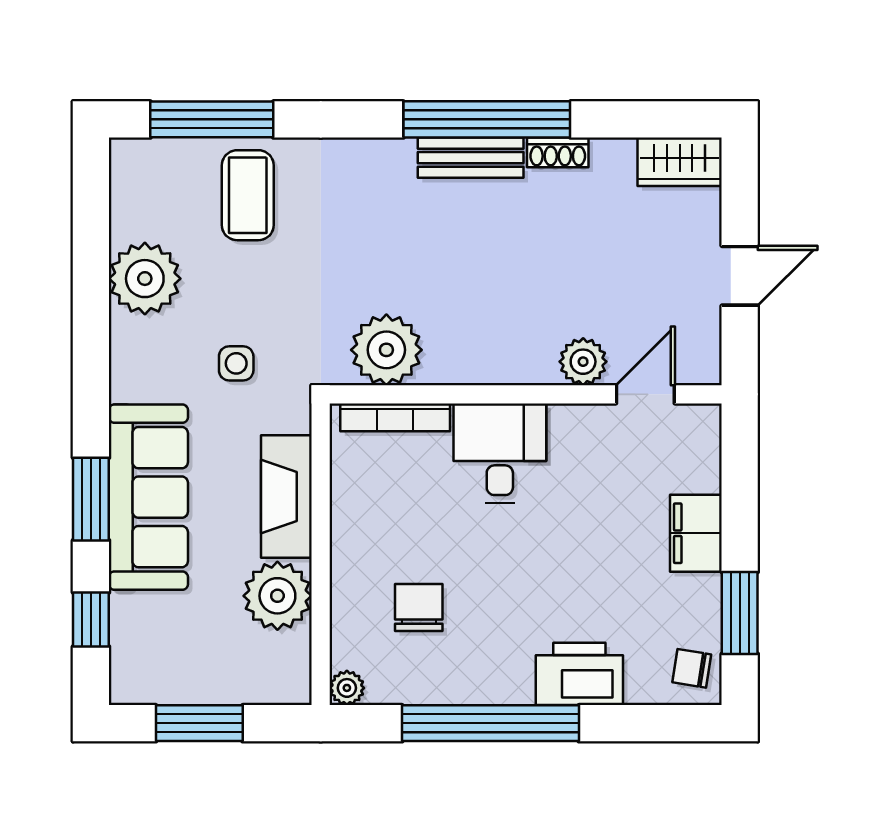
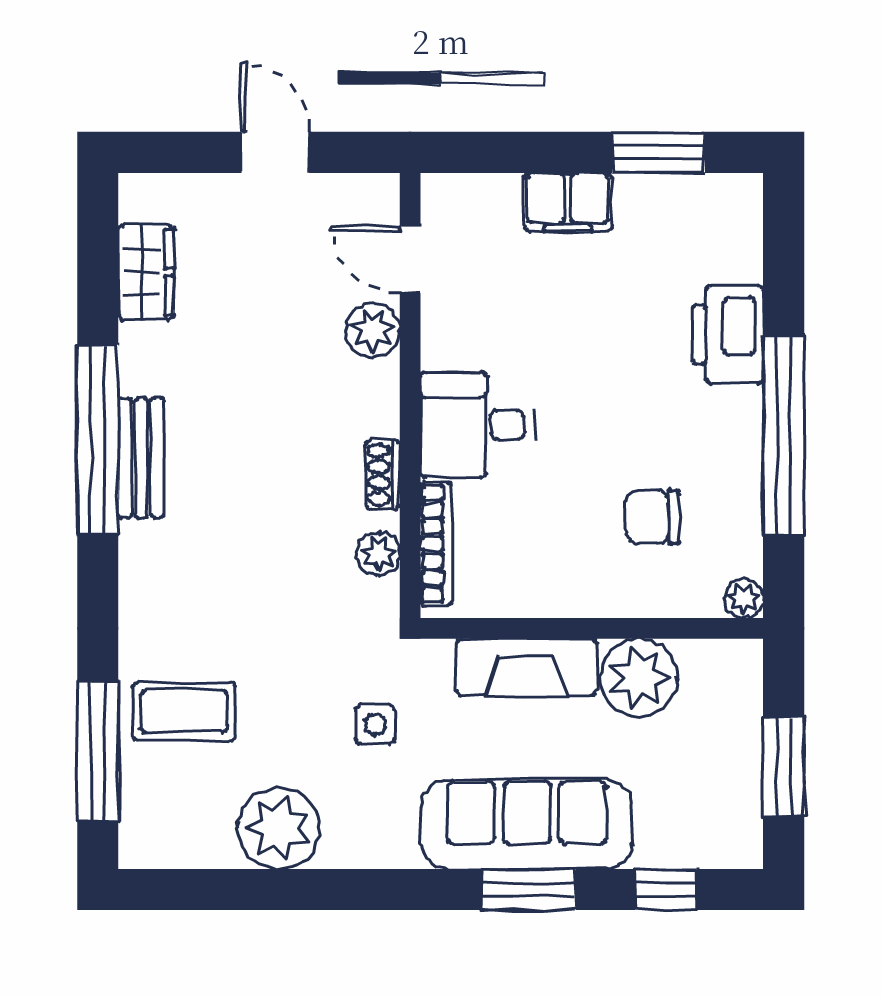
shoe rack: (558, 152) -> (383, 475), moved, turned 180
wardrobe: (680, 162) -> (146, 272), moved
plant: (386, 350) -> (378, 554), width x0.53, depth x0.53
chair: (692, 668) -> (721, 207), removed

